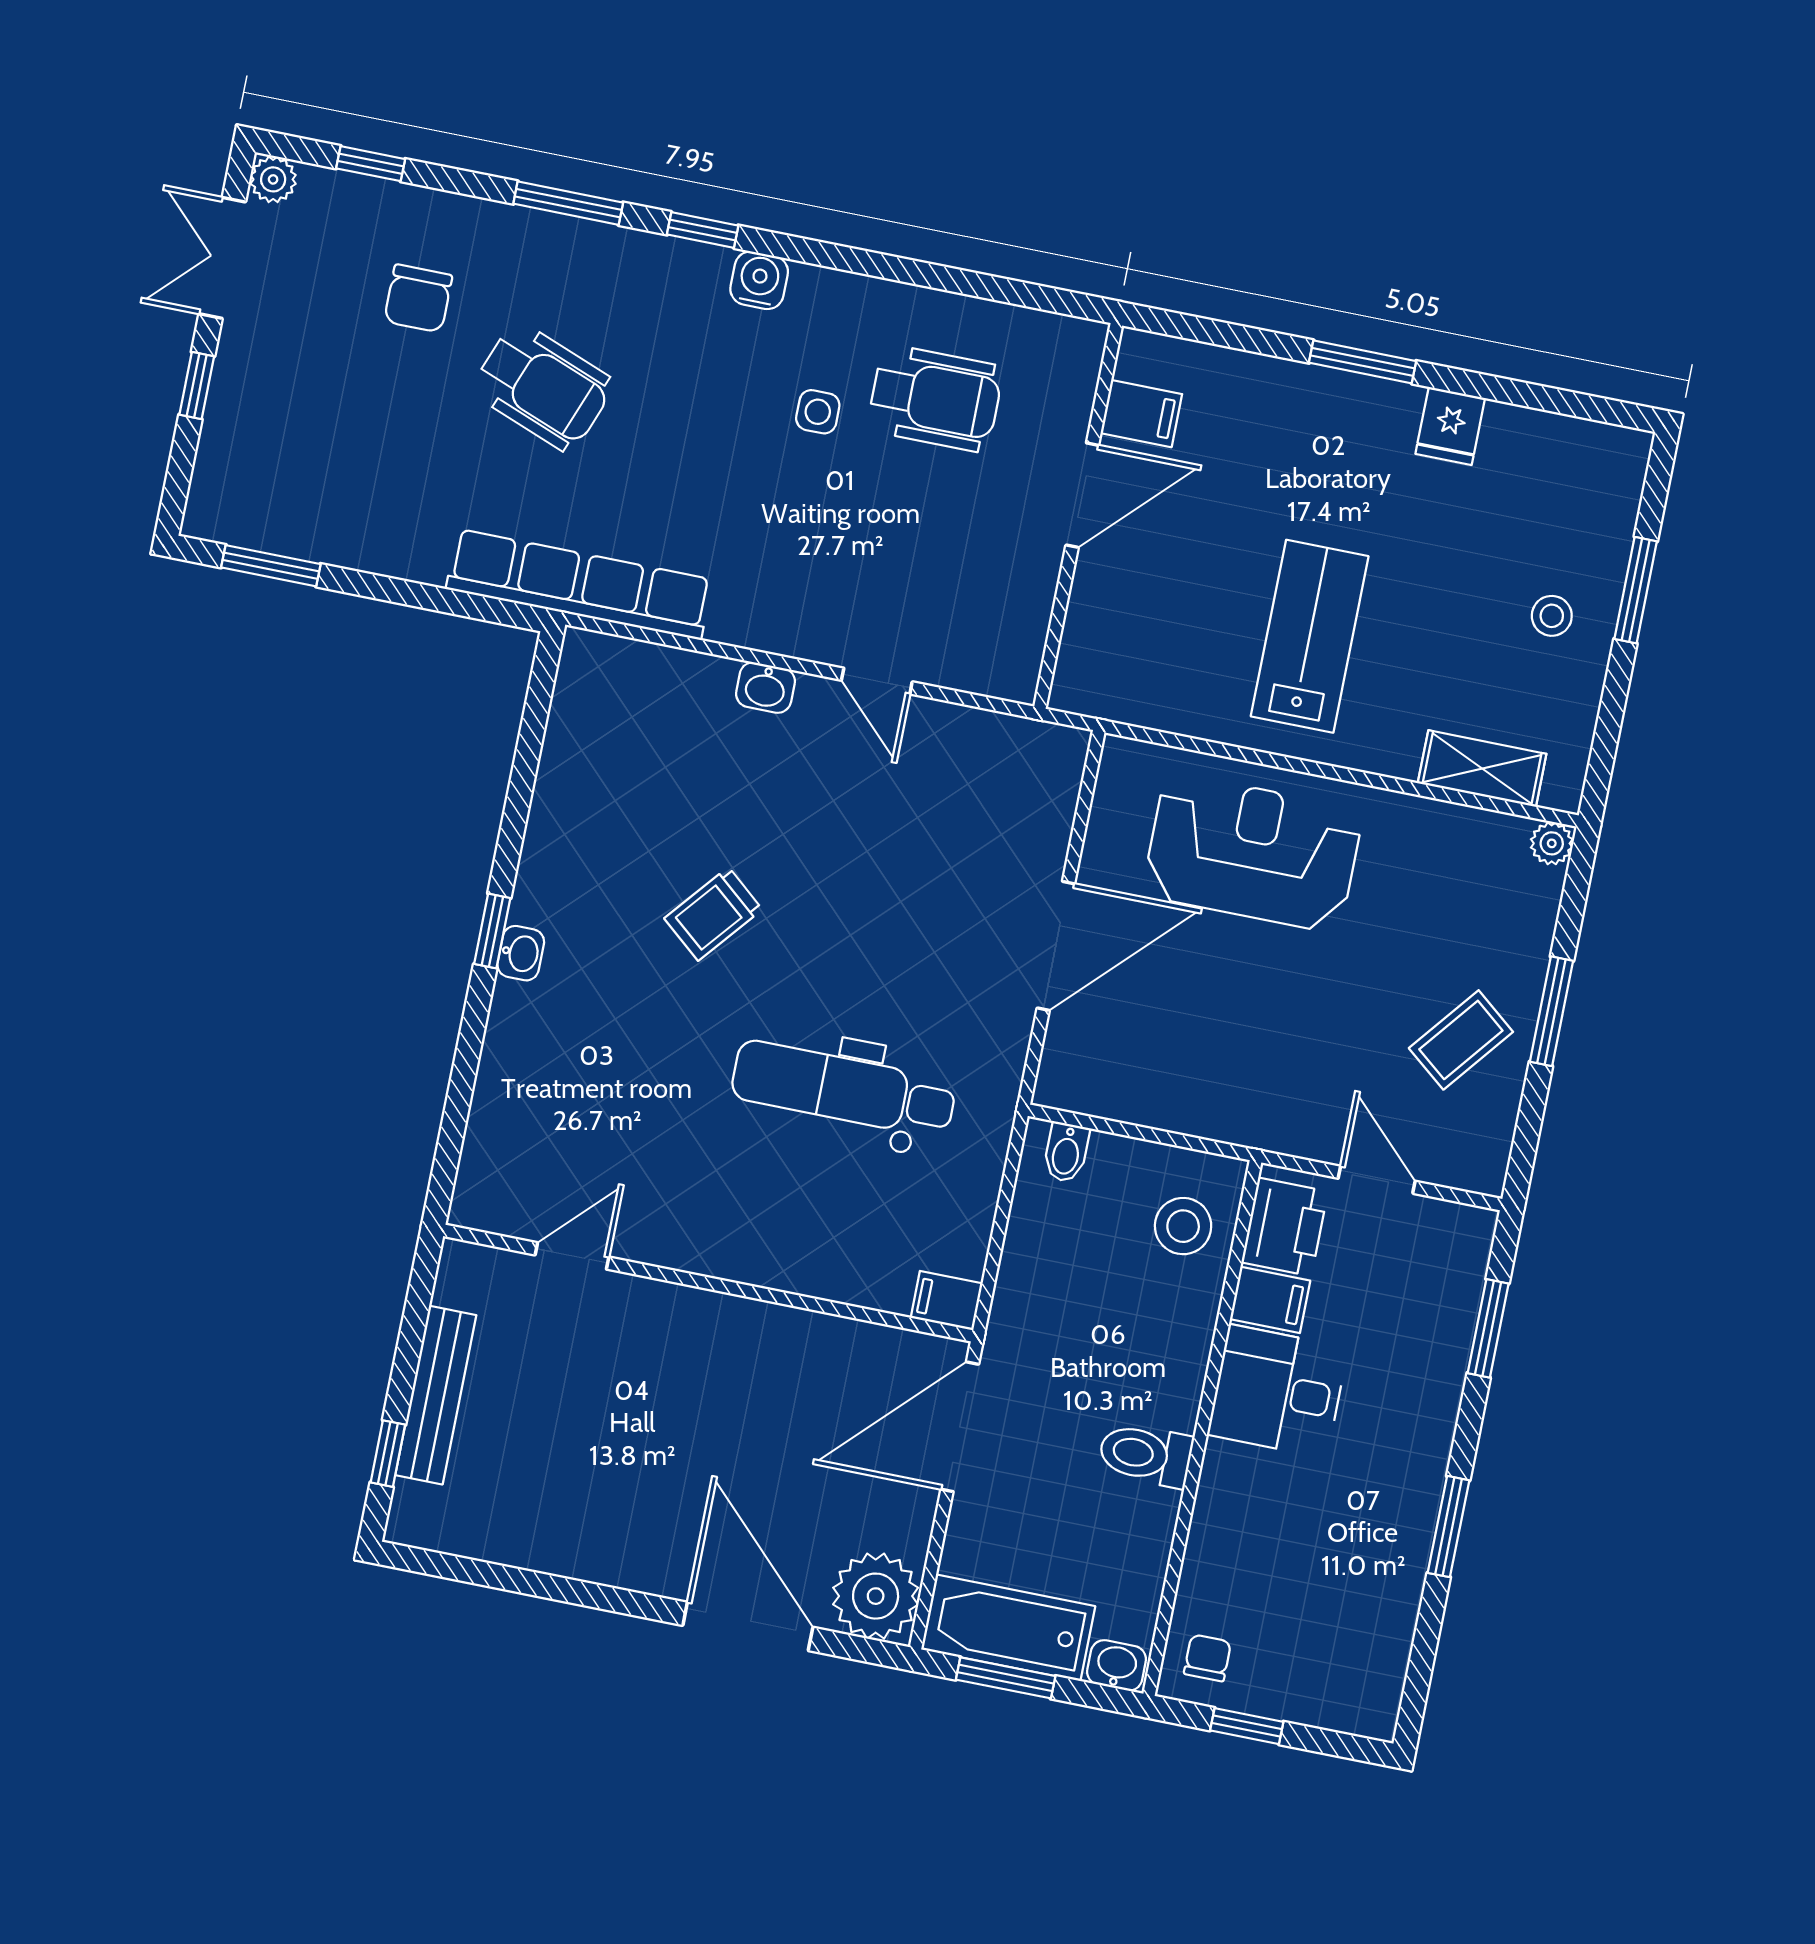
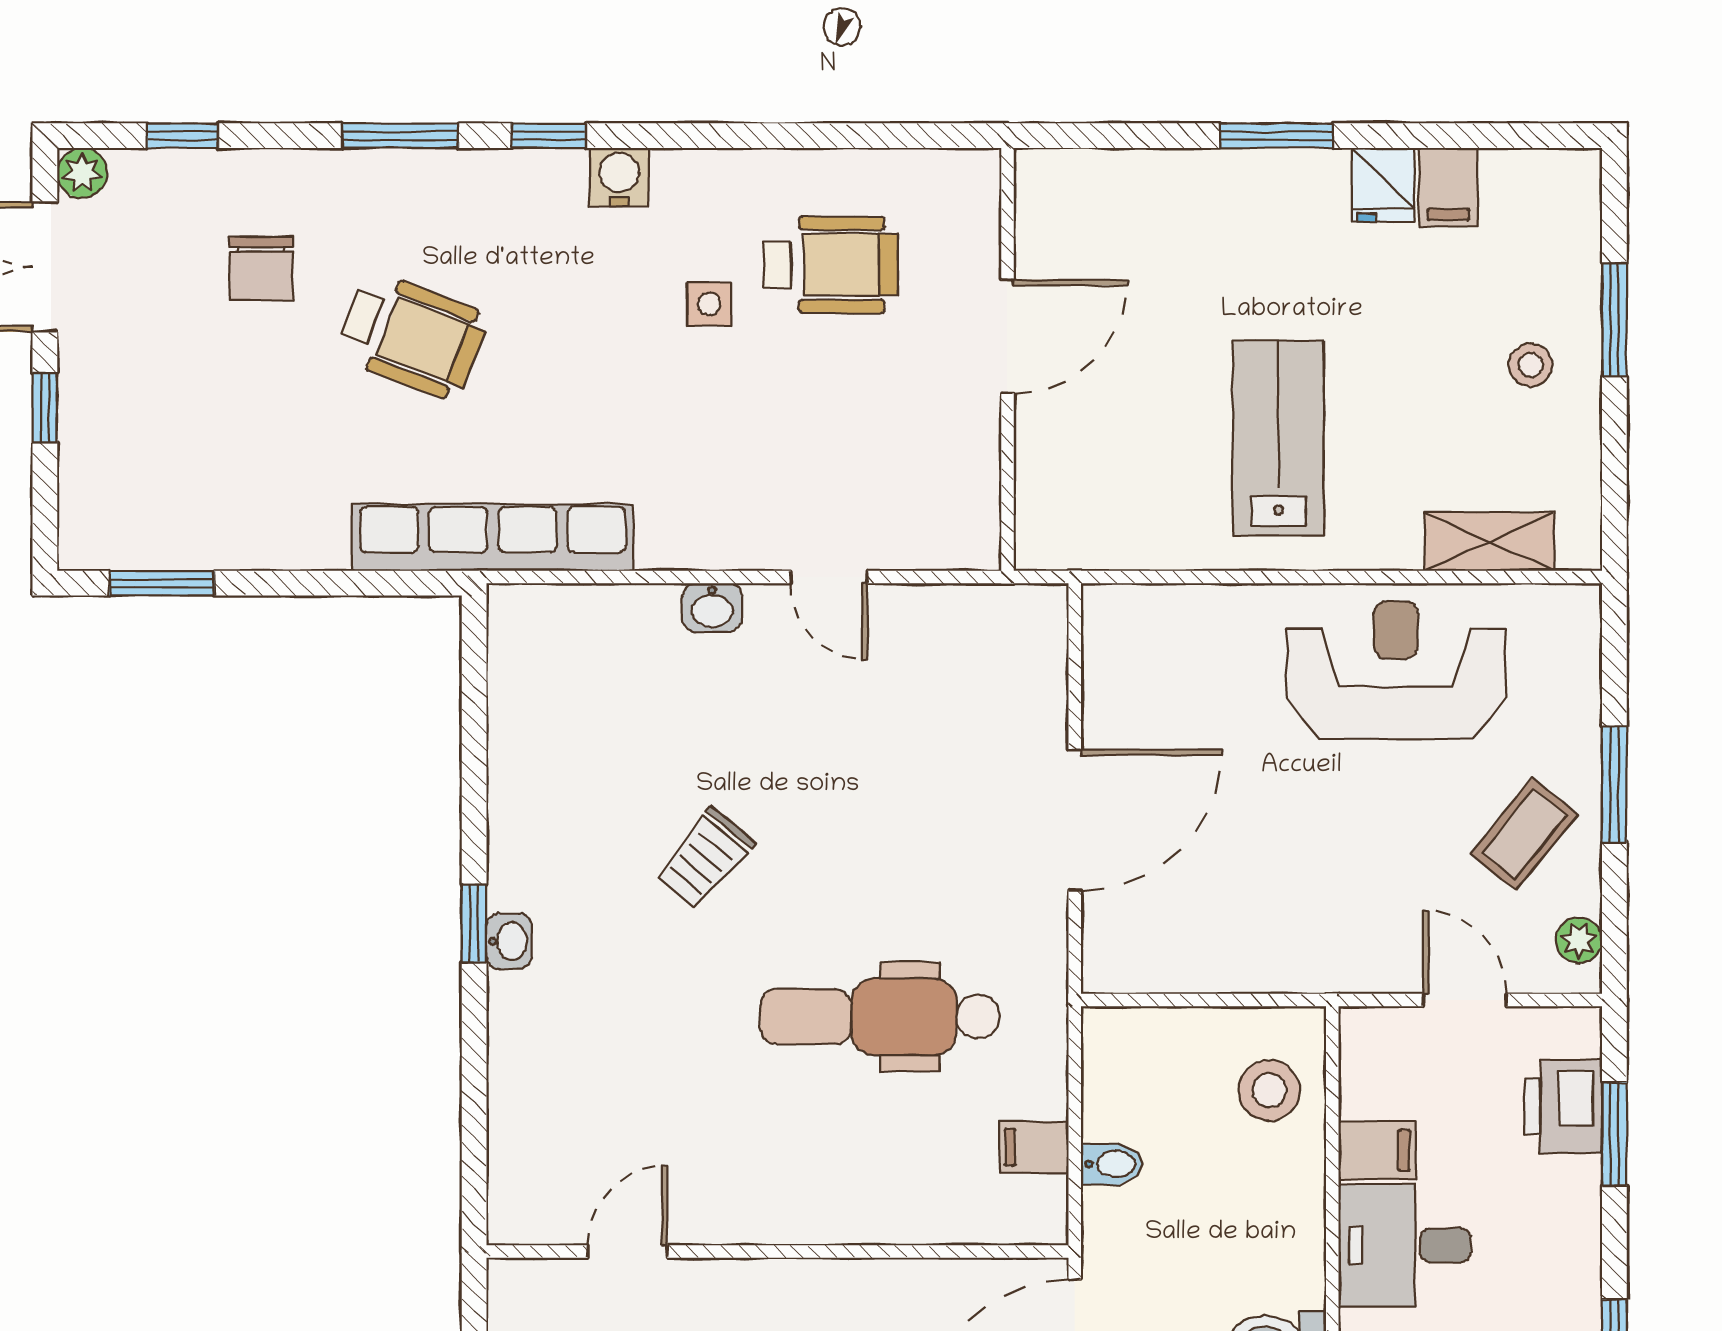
filing cabinet: (1141, 414) -> (1448, 187), moved, turned 90
plant: (1552, 843) -> (1579, 940), moved
reception desk: (1253, 853) -> (1396, 670), moved
bidet: (1066, 1152) -> (1112, 1164), moved, turned -90
printer: (1285, 1227) -> (1563, 1107), moved, turned 180
filing cabinet: (947, 1301) -> (1034, 1147), moved

